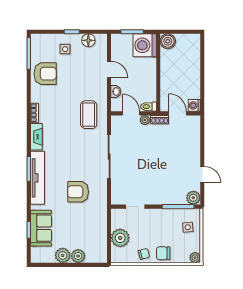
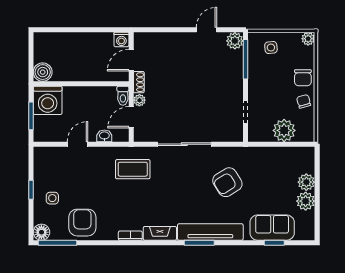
floor lamp: (88, 40) -> (41, 232), moved
armchair: (78, 192) -> (227, 182), turned 58

